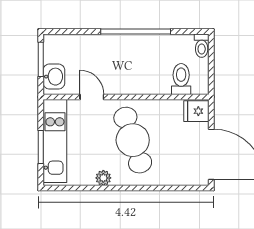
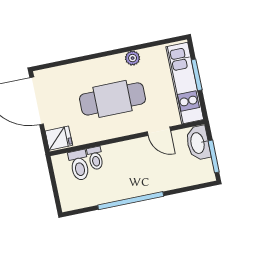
toilet: (202, 46) -> (95, 158), moved, turned 180
washbasin: (54, 77) -> (198, 143), width x1.38
cafe table: (133, 140) -> (112, 99), turned -72

